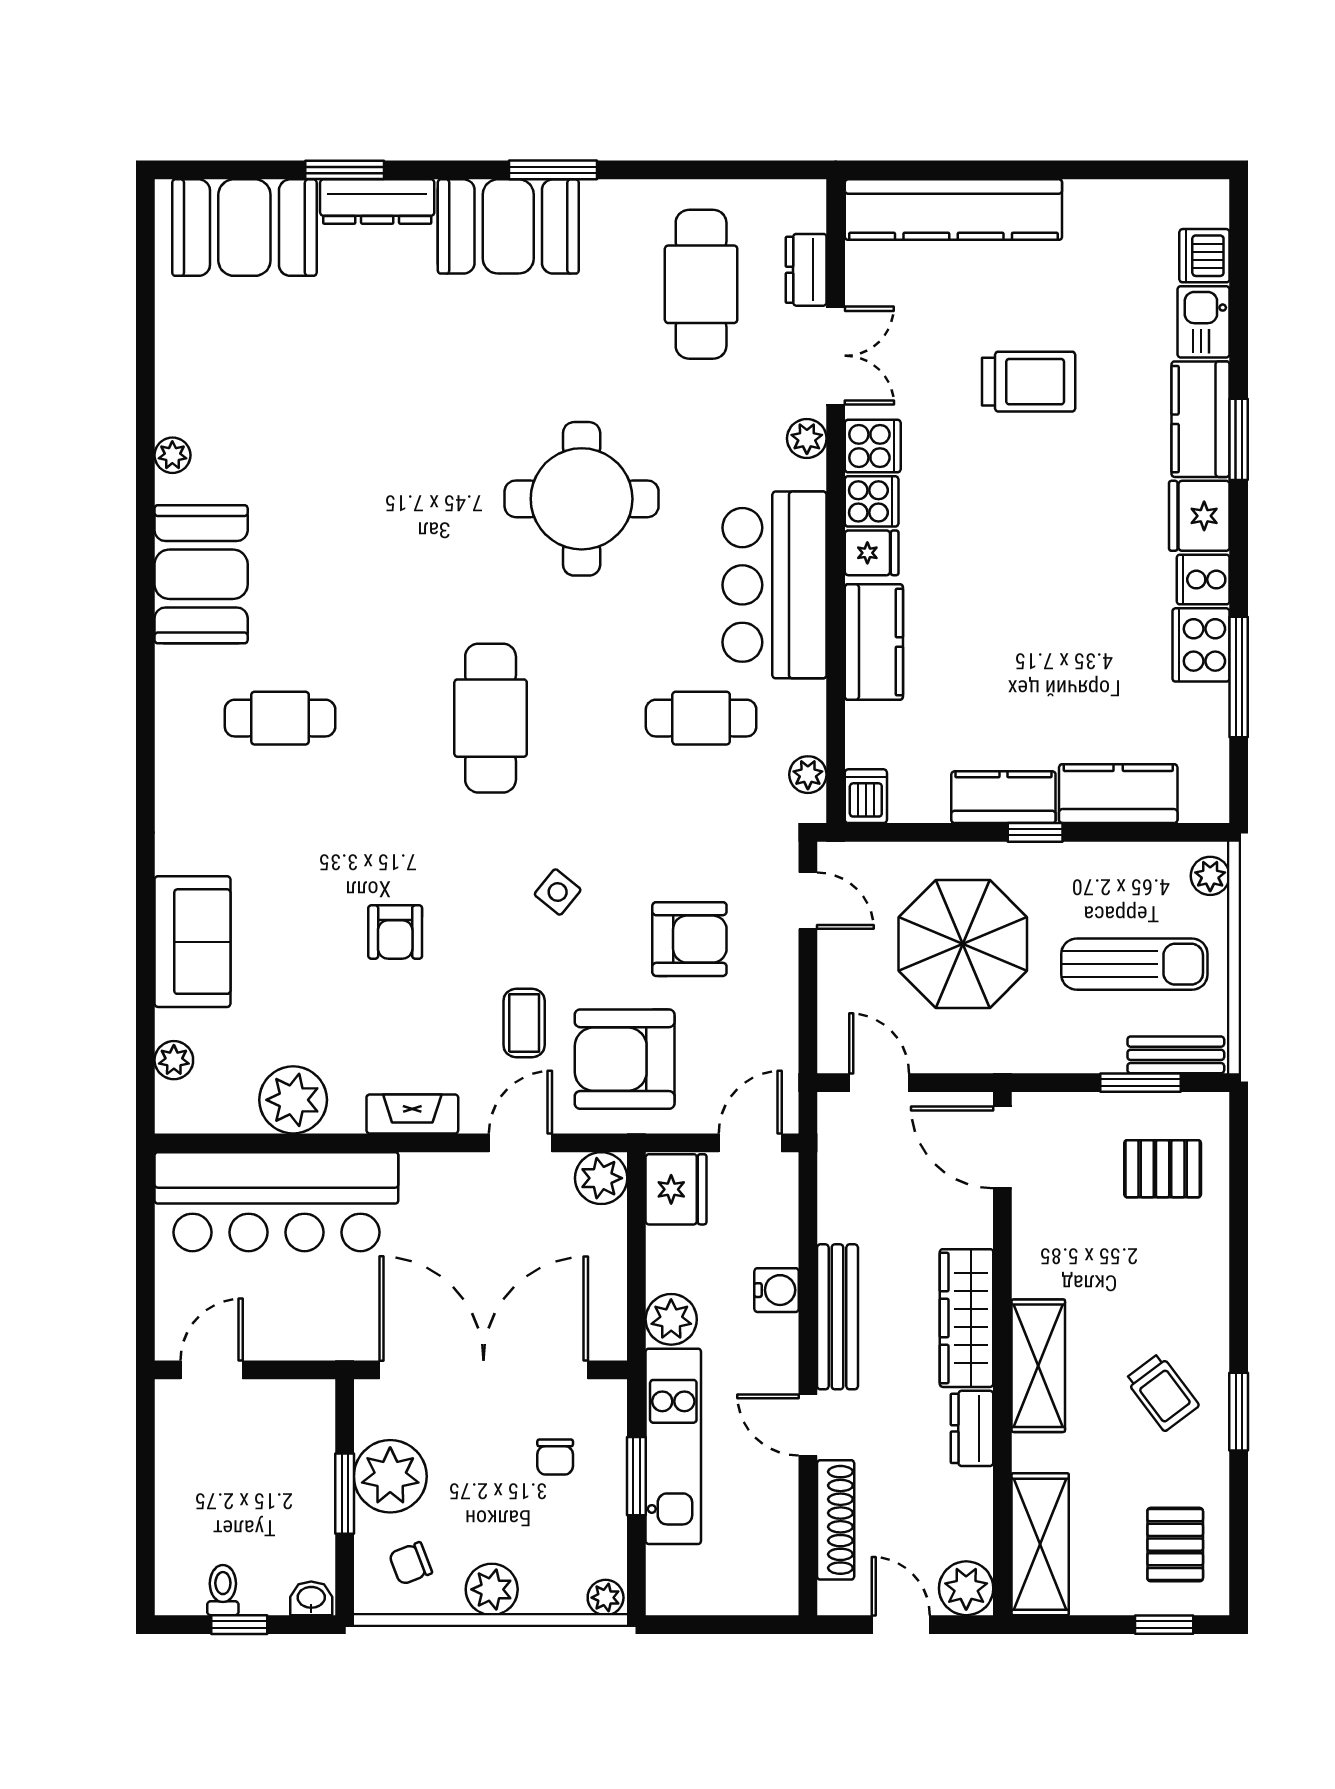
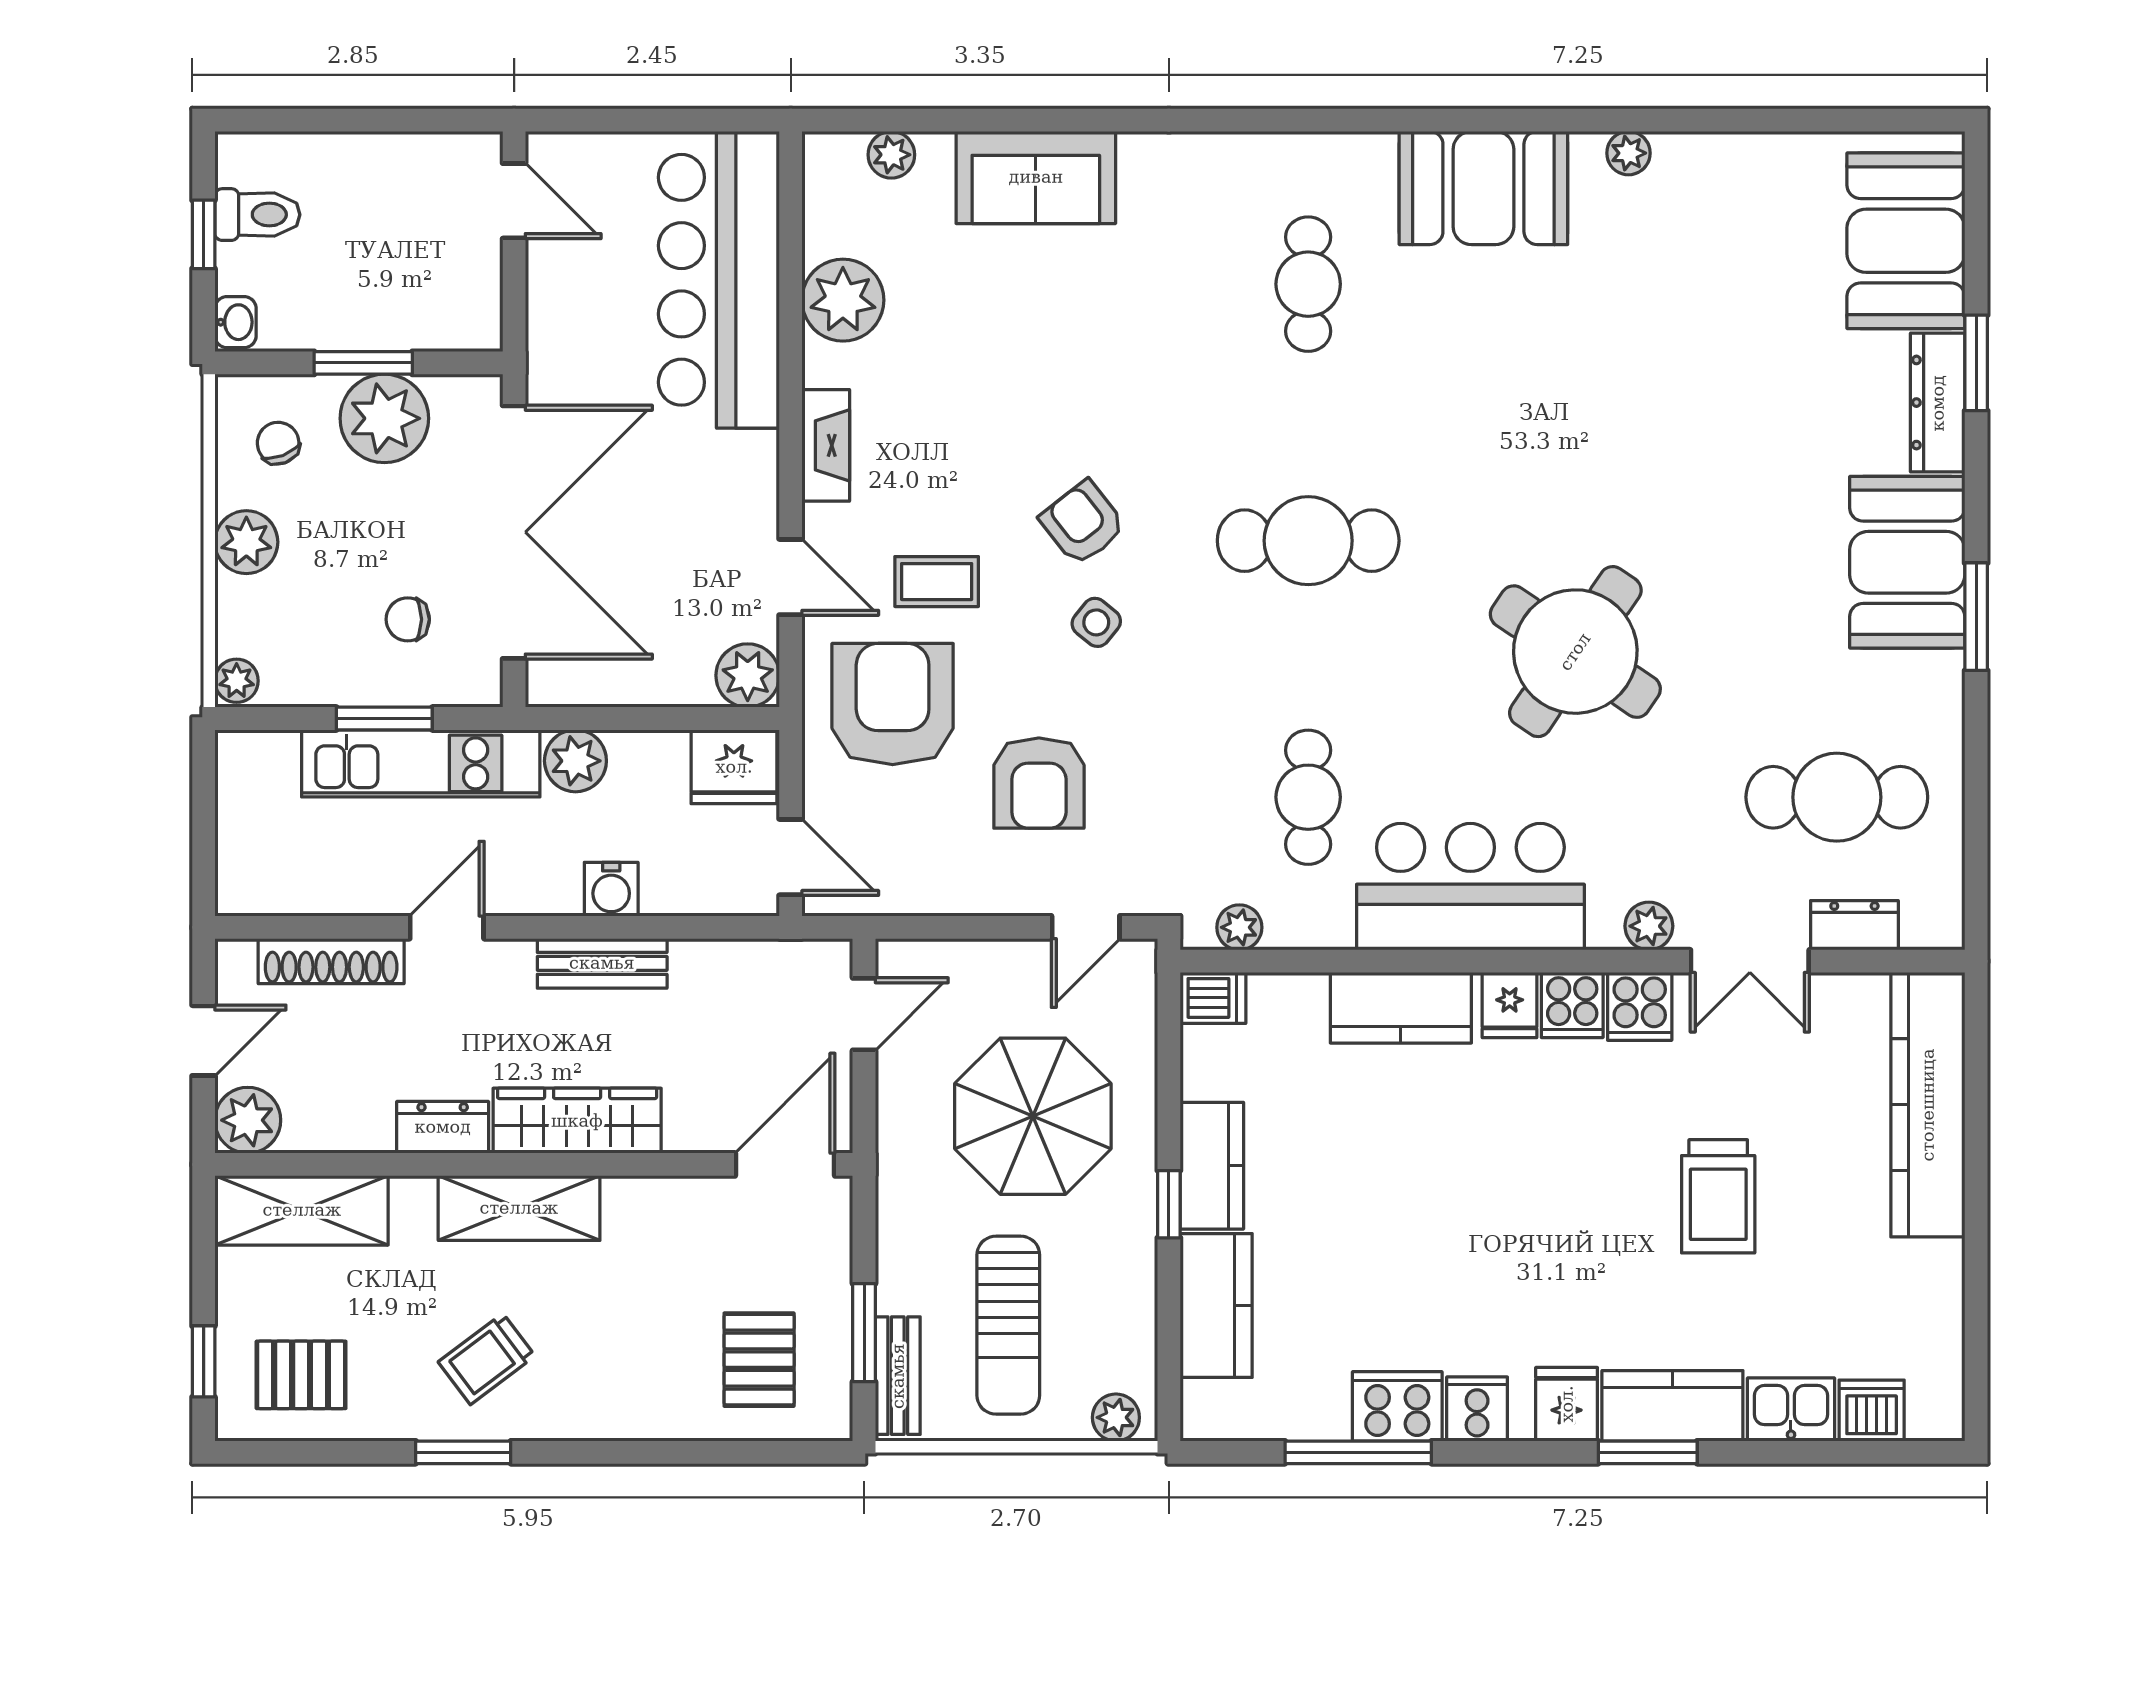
round table: (582, 499) -> (1575, 652), turned 34
fridge: (1199, 516) -> (1567, 1404), width x0.72
armchair: (395, 932) -> (1083, 523), moved, turned 52
bench: (837, 1317) -> (602, 963), width x0.73
toilet: (223, 1590) -> (257, 215), width x1.37, depth x1.39

